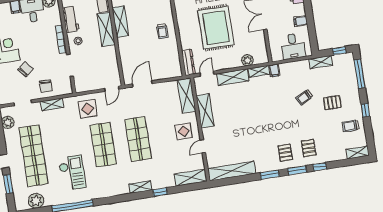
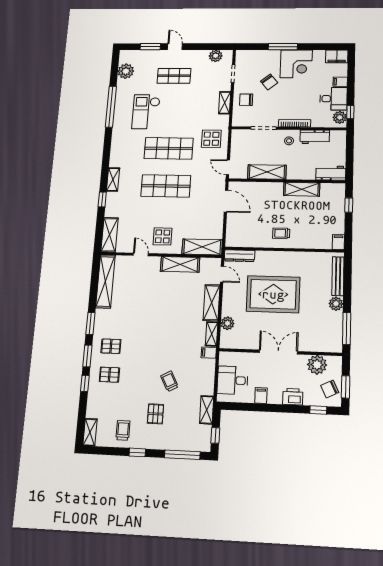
shelving: (106, 29) -> (267, 172), moved
shop shelf: (33, 156) -> (174, 76), width x0.50, depth x0.74
checkout: (72, 173) -> (146, 112), turned 90

